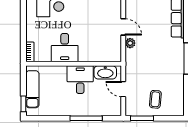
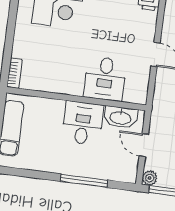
plant: (130, 43) -> (150, 178), moved
desk: (65, 48) -> (105, 79), moved

